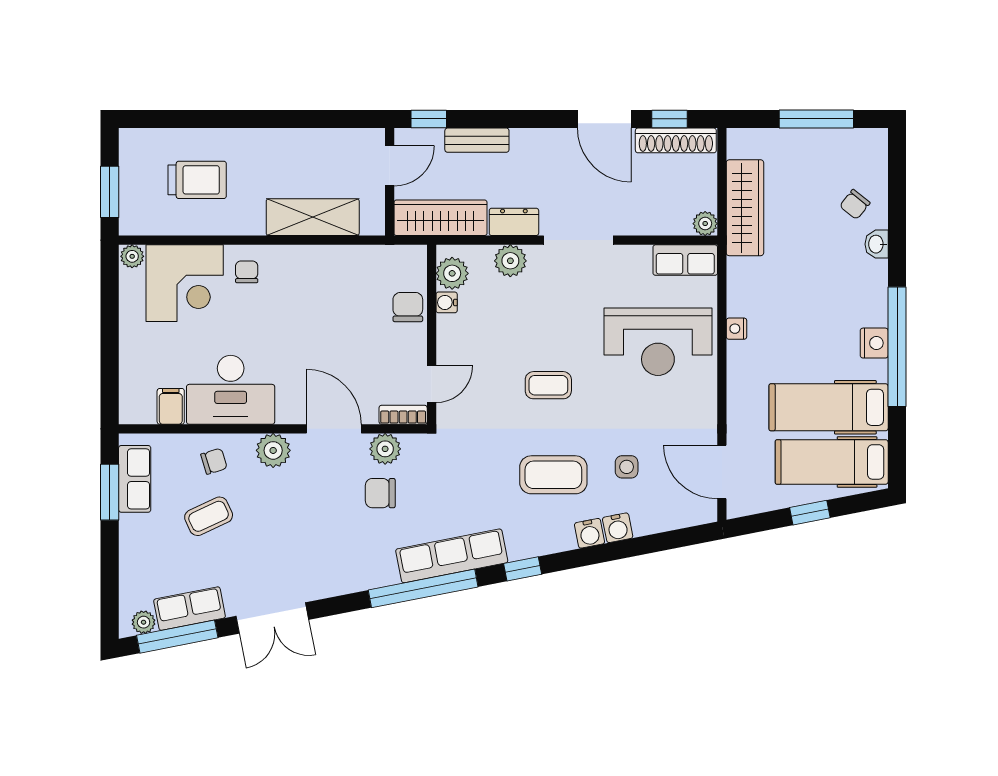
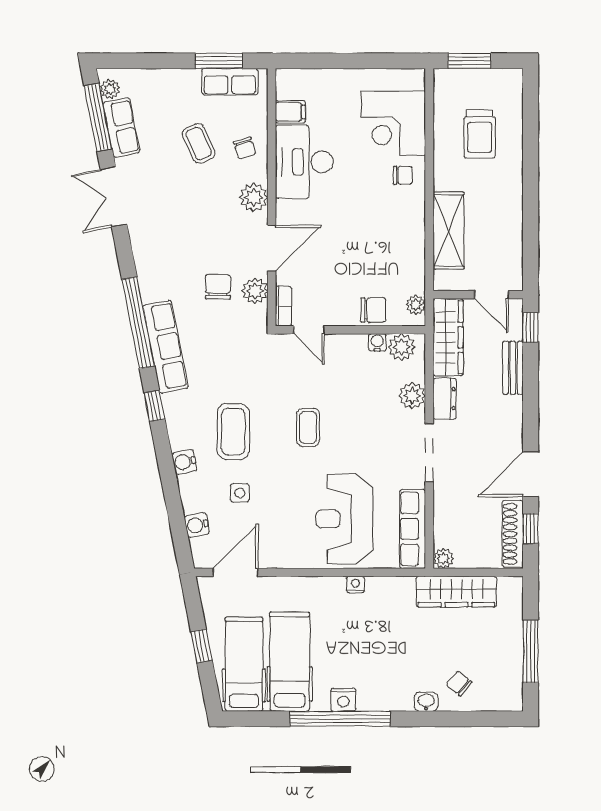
plant: (132, 256) -> (416, 305), moved
row of seats: (685, 260) -> (413, 529), width x1.48
water cooler: (618, 528) -> (197, 525), moved

